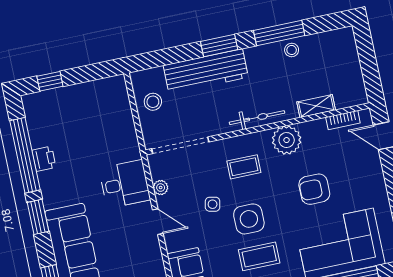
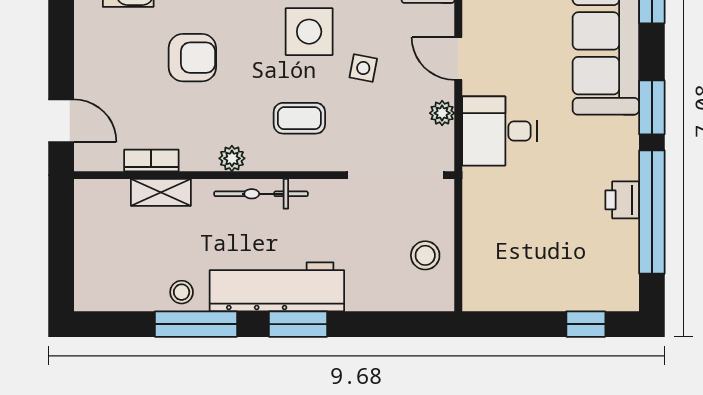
workbench: (206, 71) -> (277, 287), moved
bookcase: (343, 120) -> (151, 160), moved
plant: (287, 140) -> (232, 158), width x0.53, depth x0.53

